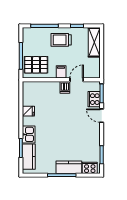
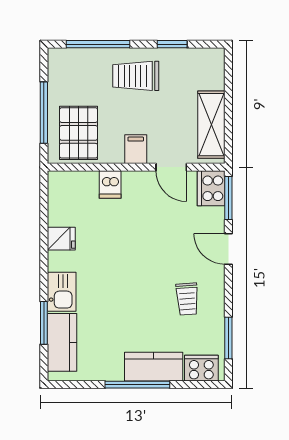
shelving: (94, 42) -> (211, 125), moved
pallet: (36, 65) -> (79, 133), turned 90
door: (77, 80) -> (171, 167), swing flipped
dishwasher: (65, 87) -> (110, 184), moved
cooker: (94, 99) -> (211, 188), moved
trolley: (84, 138) -> (187, 299), added

